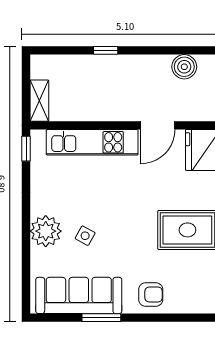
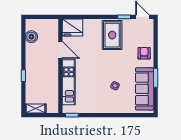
shelving: (39, 101) -> (36, 108), moved
plant: (46, 231) -> (113, 105), removed

